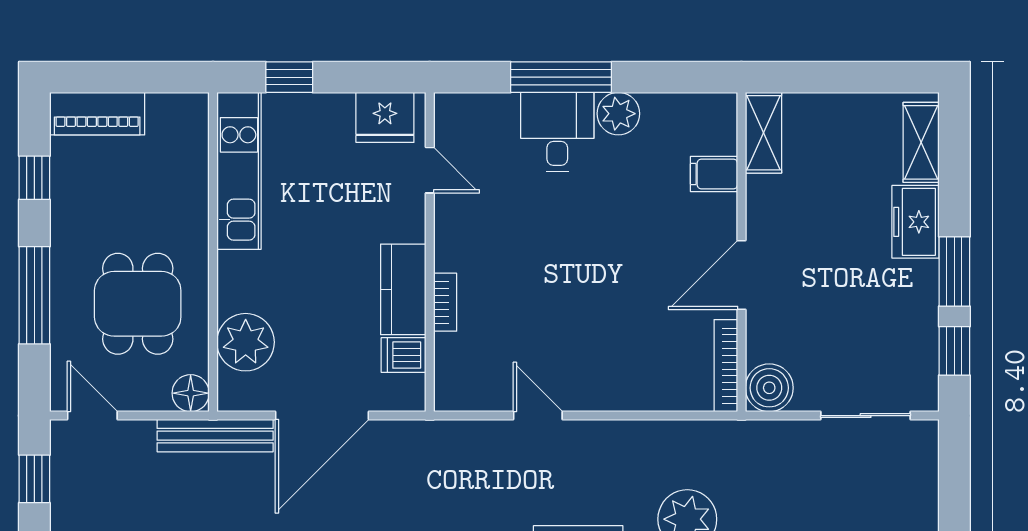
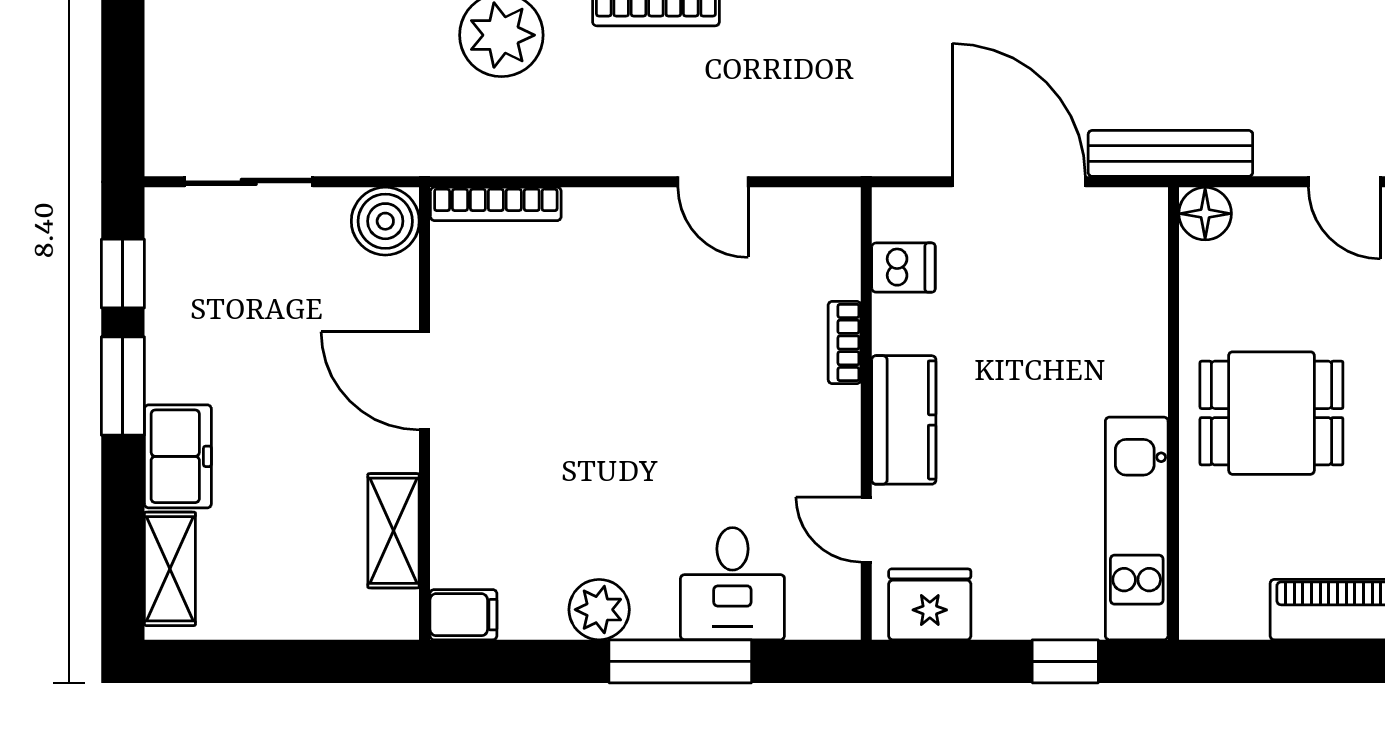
desk: (557, 132) -> (732, 584), moved
shelving: (763, 133) -> (394, 531), moved
filing cabinet: (714, 174) -> (463, 615), moved
door: (741, 275) -> (425, 381), swing flipped
kitchen counter: (403, 289) -> (904, 420), moved
dining table: (138, 304) -> (1271, 413), moved, turned 90
plant: (246, 342) -> (1127, 286), removed
bookcase: (726, 366) -> (496, 204), moved, turned 90
door: (322, 416) -> (1019, 182), hinge flipped

